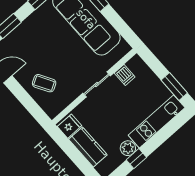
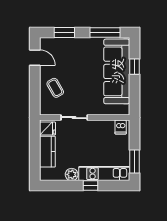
dishwasher: (125, 75) -> (121, 127), moved
sliding door: (97, 84) -> (74, 118), moved
window: (136, 159) -> (91, 186), moved

